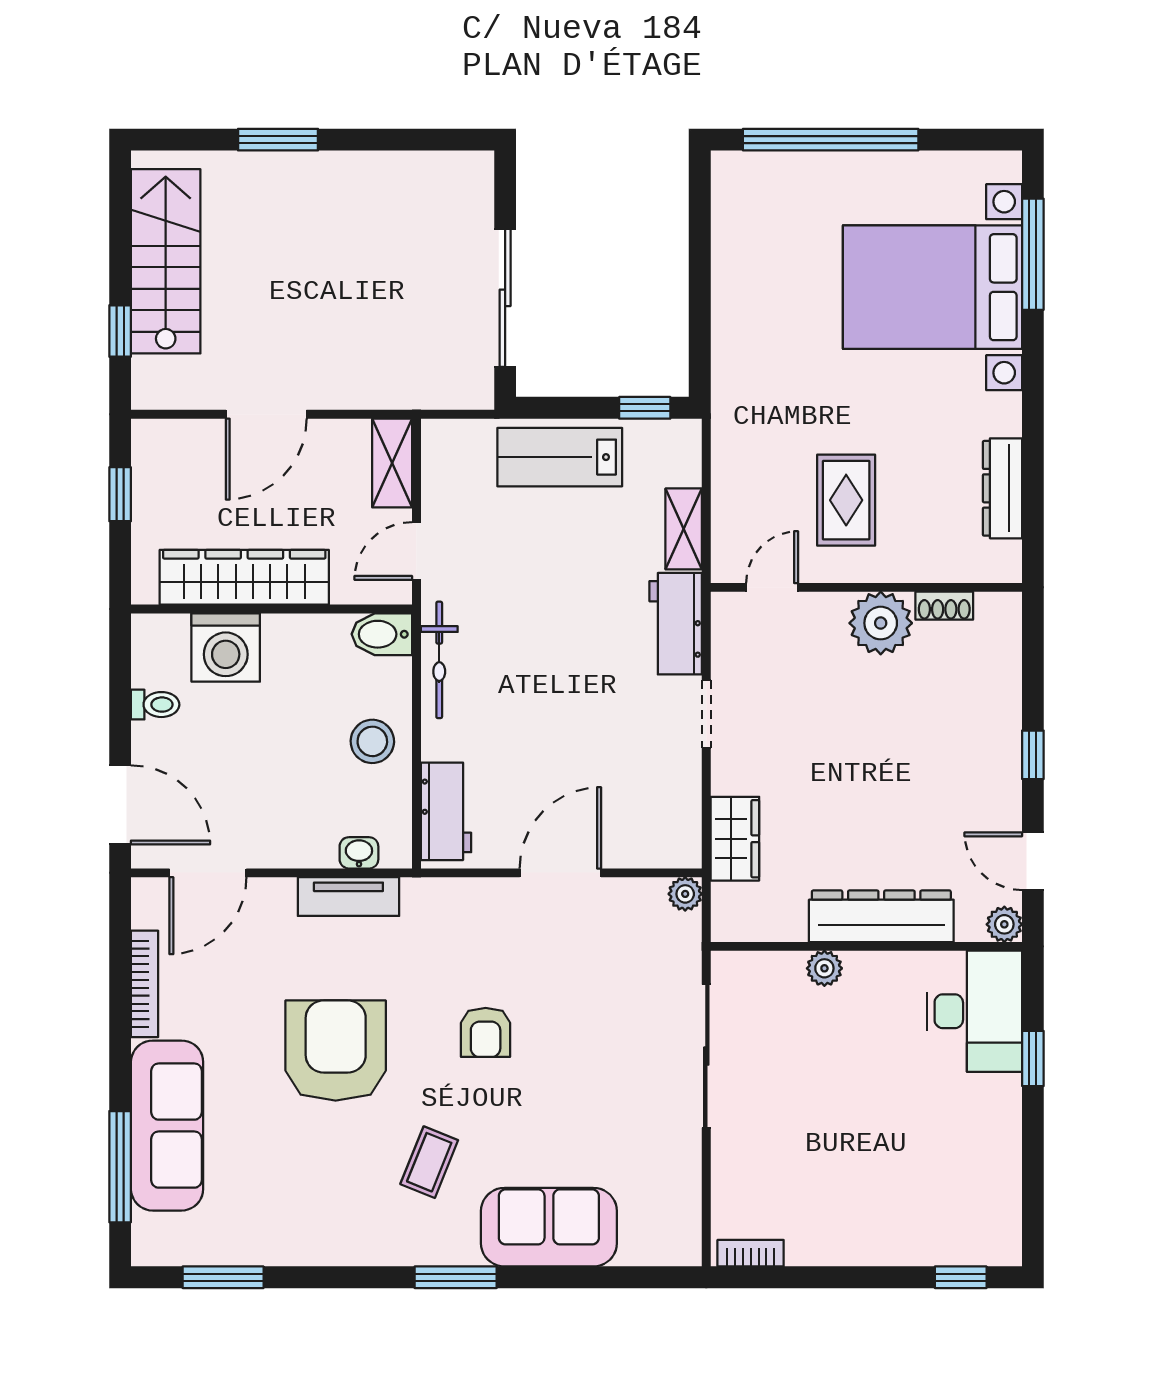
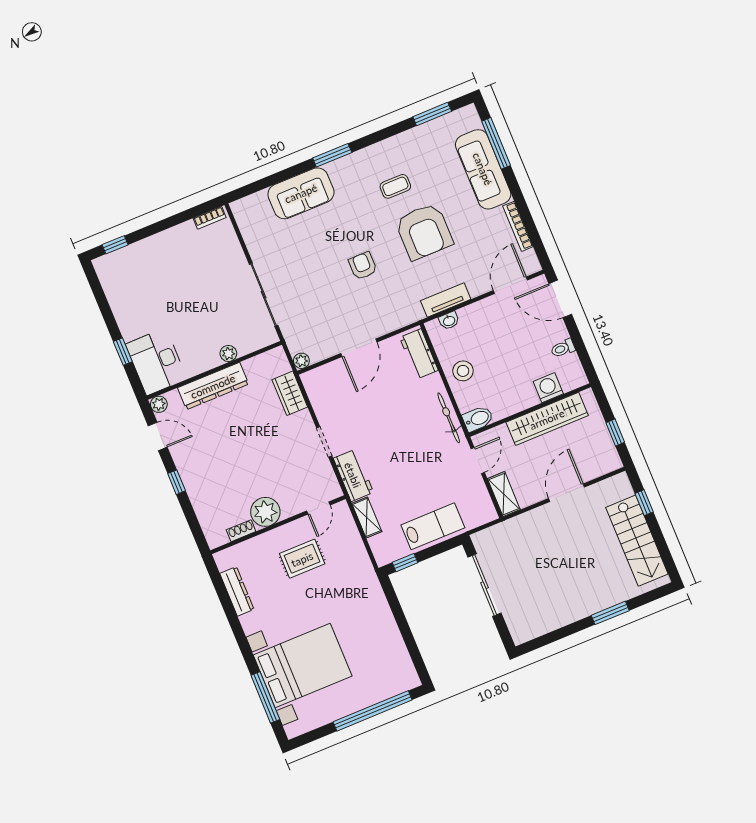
rug: (846, 500) -> (302, 559), turned 90
washing machine: (226, 648) -> (548, 388), width x0.73, depth x0.73
coffee table: (429, 1162) -> (395, 186), moved, turned 68

